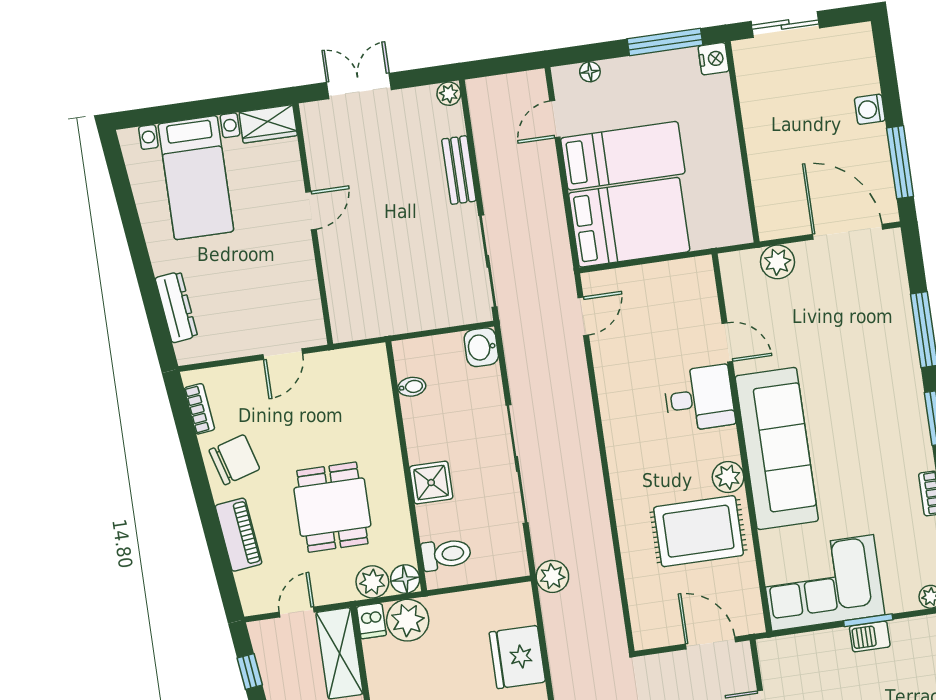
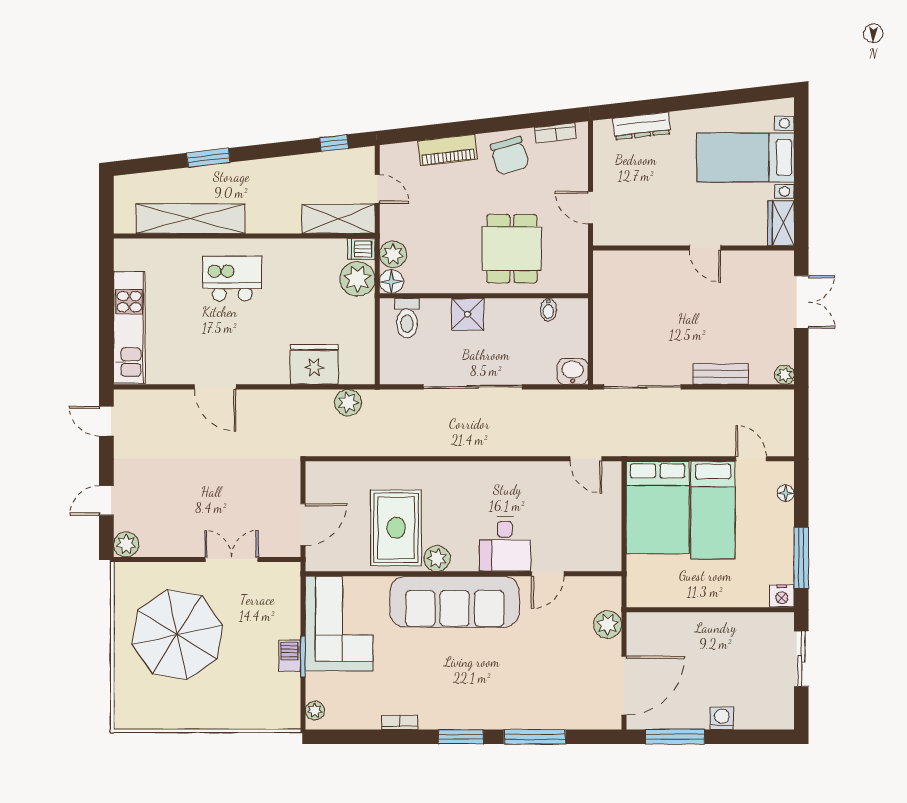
dining table: (332, 507) -> (512, 249), moved, turned 90
plant: (552, 576) -> (348, 403), moved

